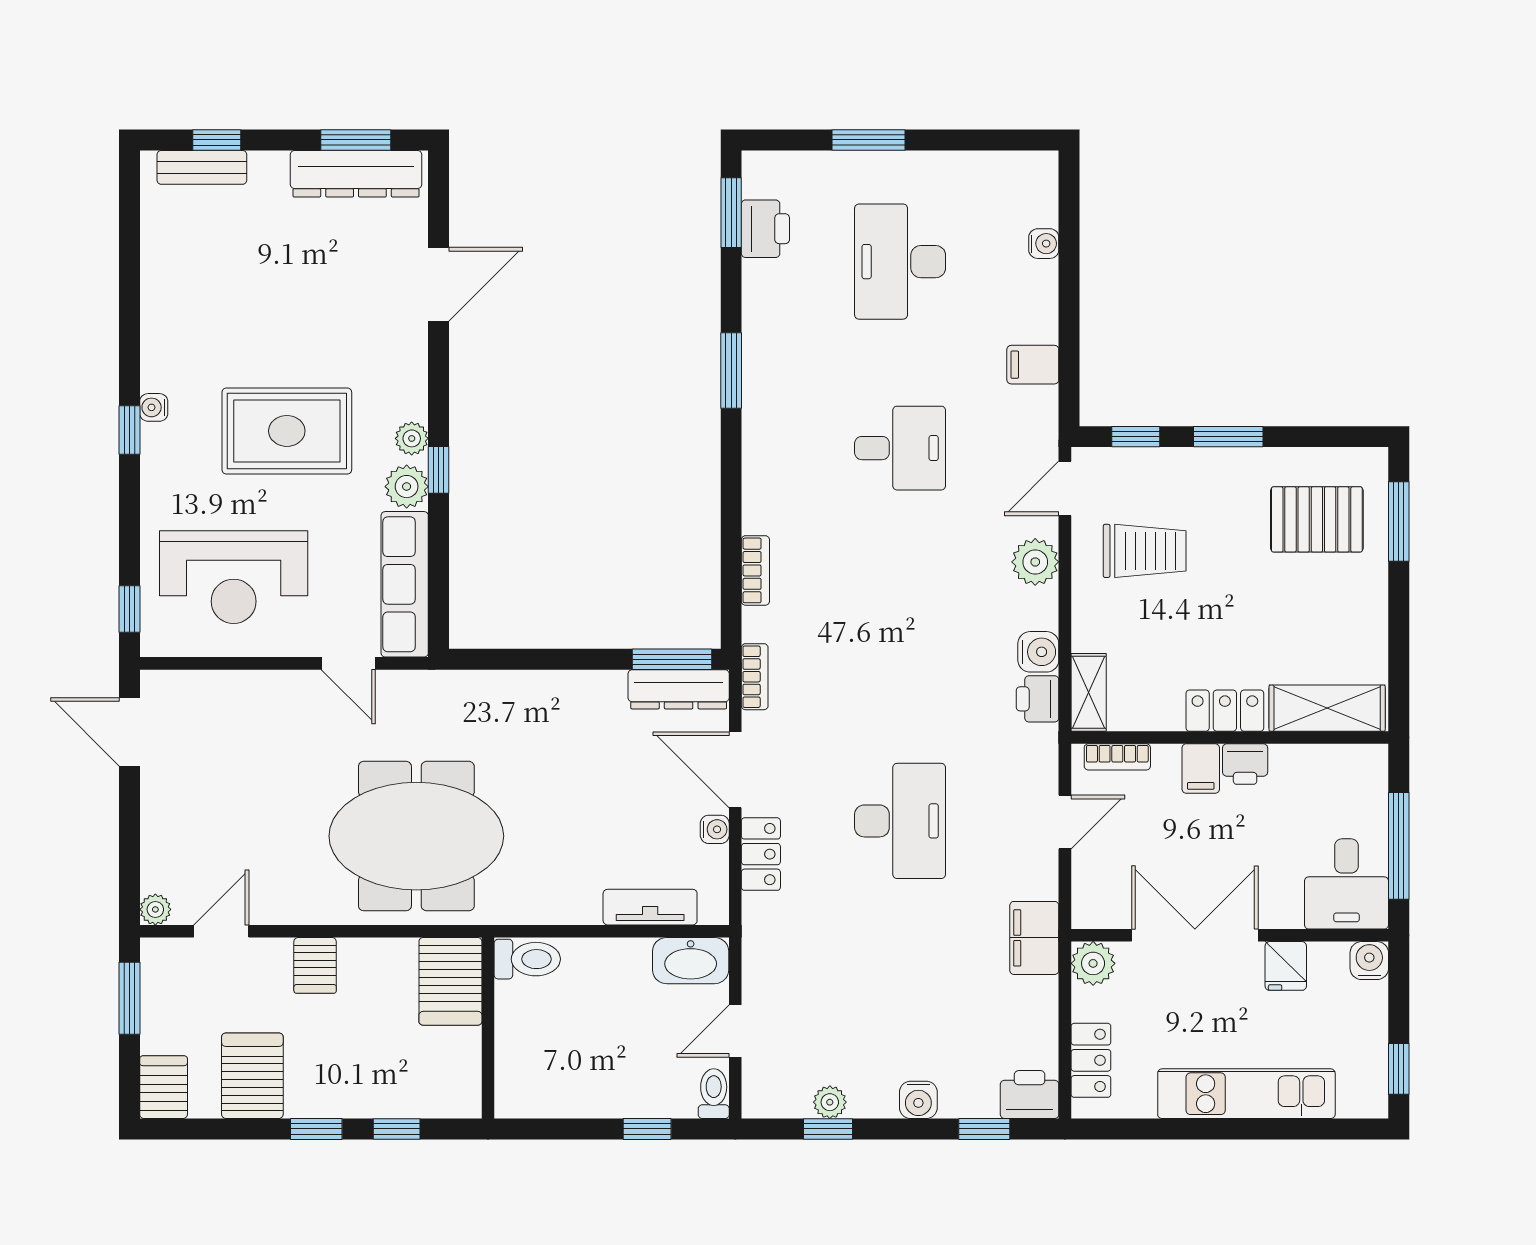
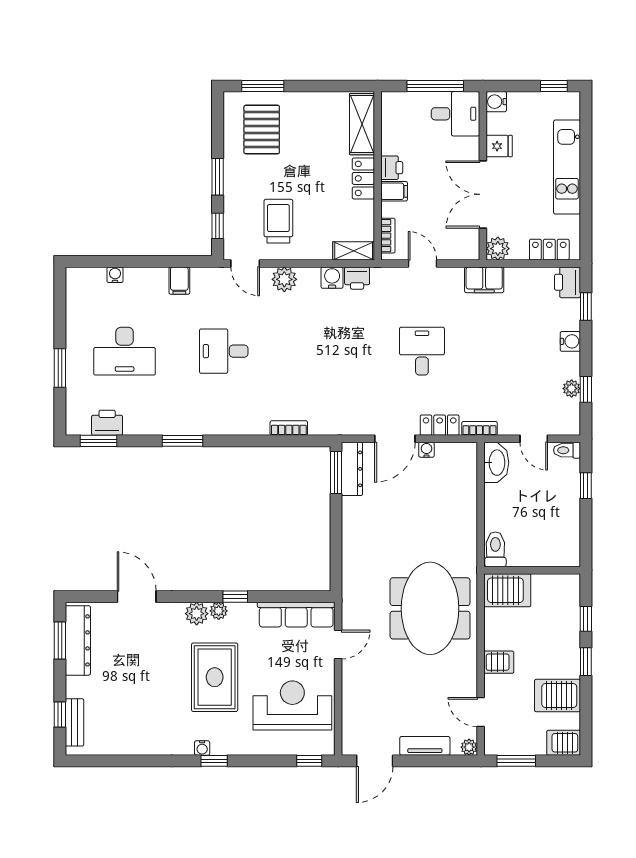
desk: (900, 448) -> (224, 351), turned -90
plant: (407, 487) -> (197, 614), moved
reception desk: (234, 577) -> (292, 706), turned -90
bookcase: (755, 677) -> (479, 428), moved
desk: (900, 821) -> (422, 351), width x0.73
tv unit: (650, 907) -> (425, 746), moved, turned 90

